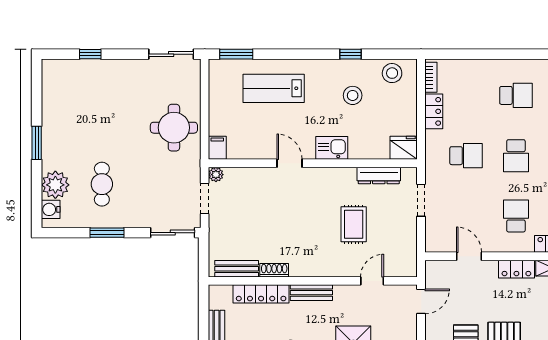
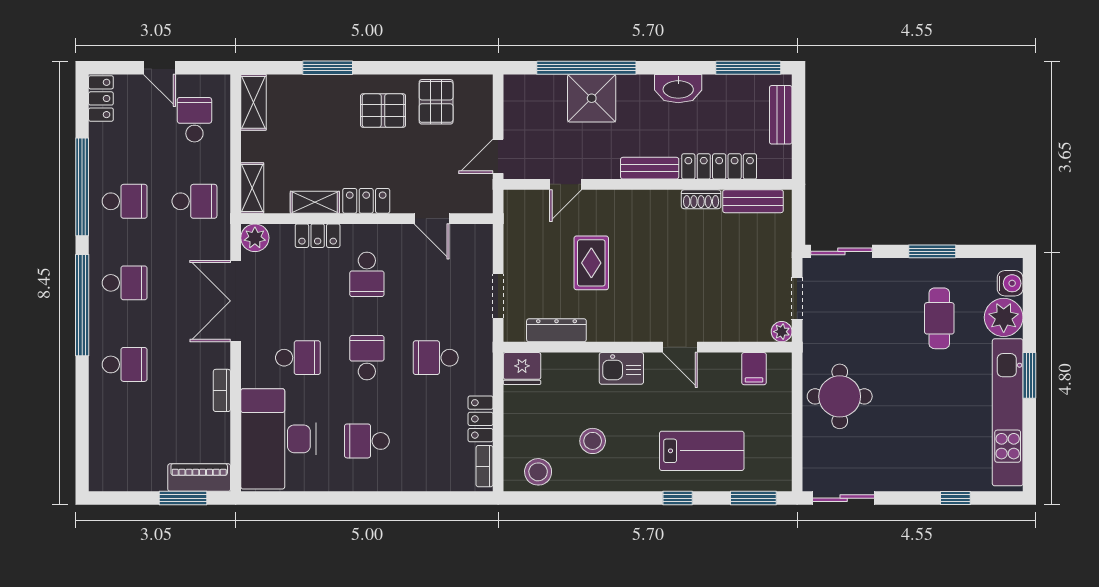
window: (351, 54) -> (678, 498), moved
kitchen unit: (52, 116) -> (1008, 412), added
filing cabinet: (217, 148) -> (754, 369), moved

